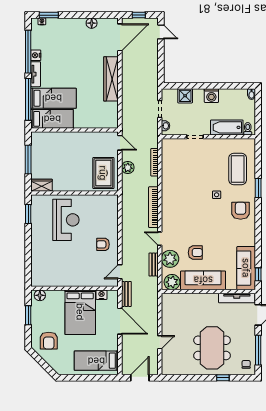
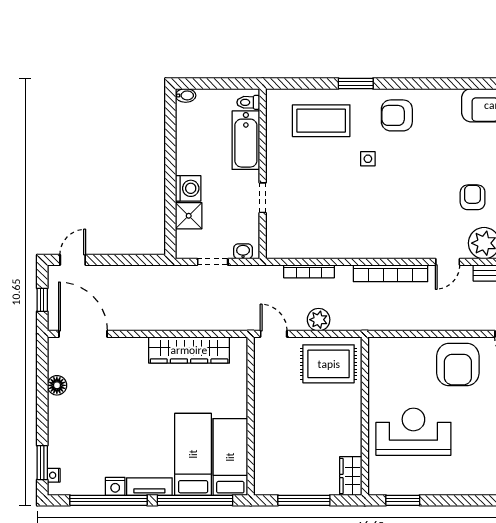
wardrobe: (111, 79) -> (189, 350), moved
washing machine: (211, 96) -> (188, 188), moved
door: (120, 143) -> (274, 334), hinge flipped
armchair: (103, 244) -> (458, 365), width x1.88, depth x1.88

